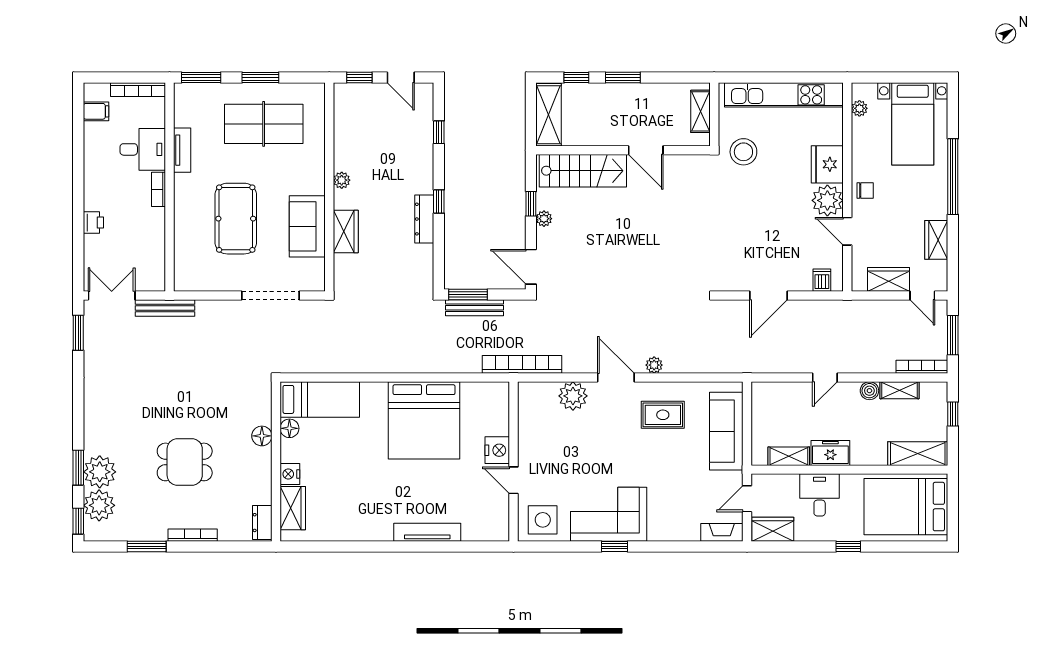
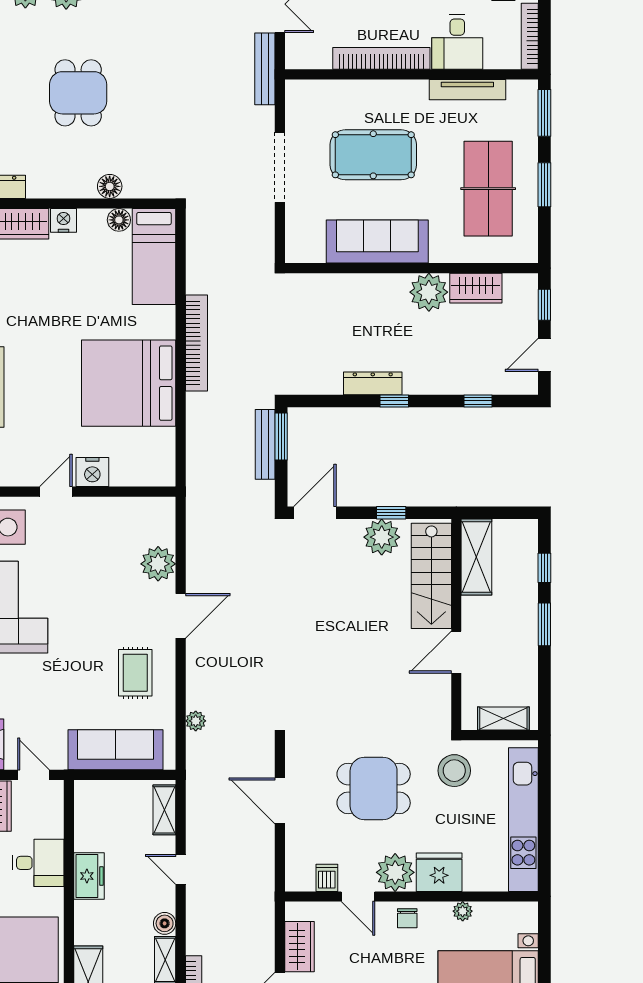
plant: (859, 108) -> (463, 911), moved
shelving: (549, 115) -> (476, 557), moved, turned 90
tv unit: (182, 150) -> (467, 90), width x1.41
plant: (342, 180) -> (429, 292), width x1.88, depth x1.88
bookcase: (158, 189) -> (381, 58), width x2.31, depth x1.31
dining table: (758, 218) -> (374, 788), added
plant: (544, 219) -> (382, 537), width x1.87, depth x1.87
sofa: (307, 226) -> (377, 241), width x1.36
wardrobe: (346, 231) -> (476, 288), moved
door: (847, 231) -> (358, 896), swing flipped
dishwasher: (822, 280) -> (327, 878), moved, turned -90
doorway: (270, 296) -> (280, 167), moved
bookcase: (522, 364) -> (196, 343), moved
plant: (654, 365) -> (196, 721), moved
shelving: (789, 456) -> (164, 810), moved

